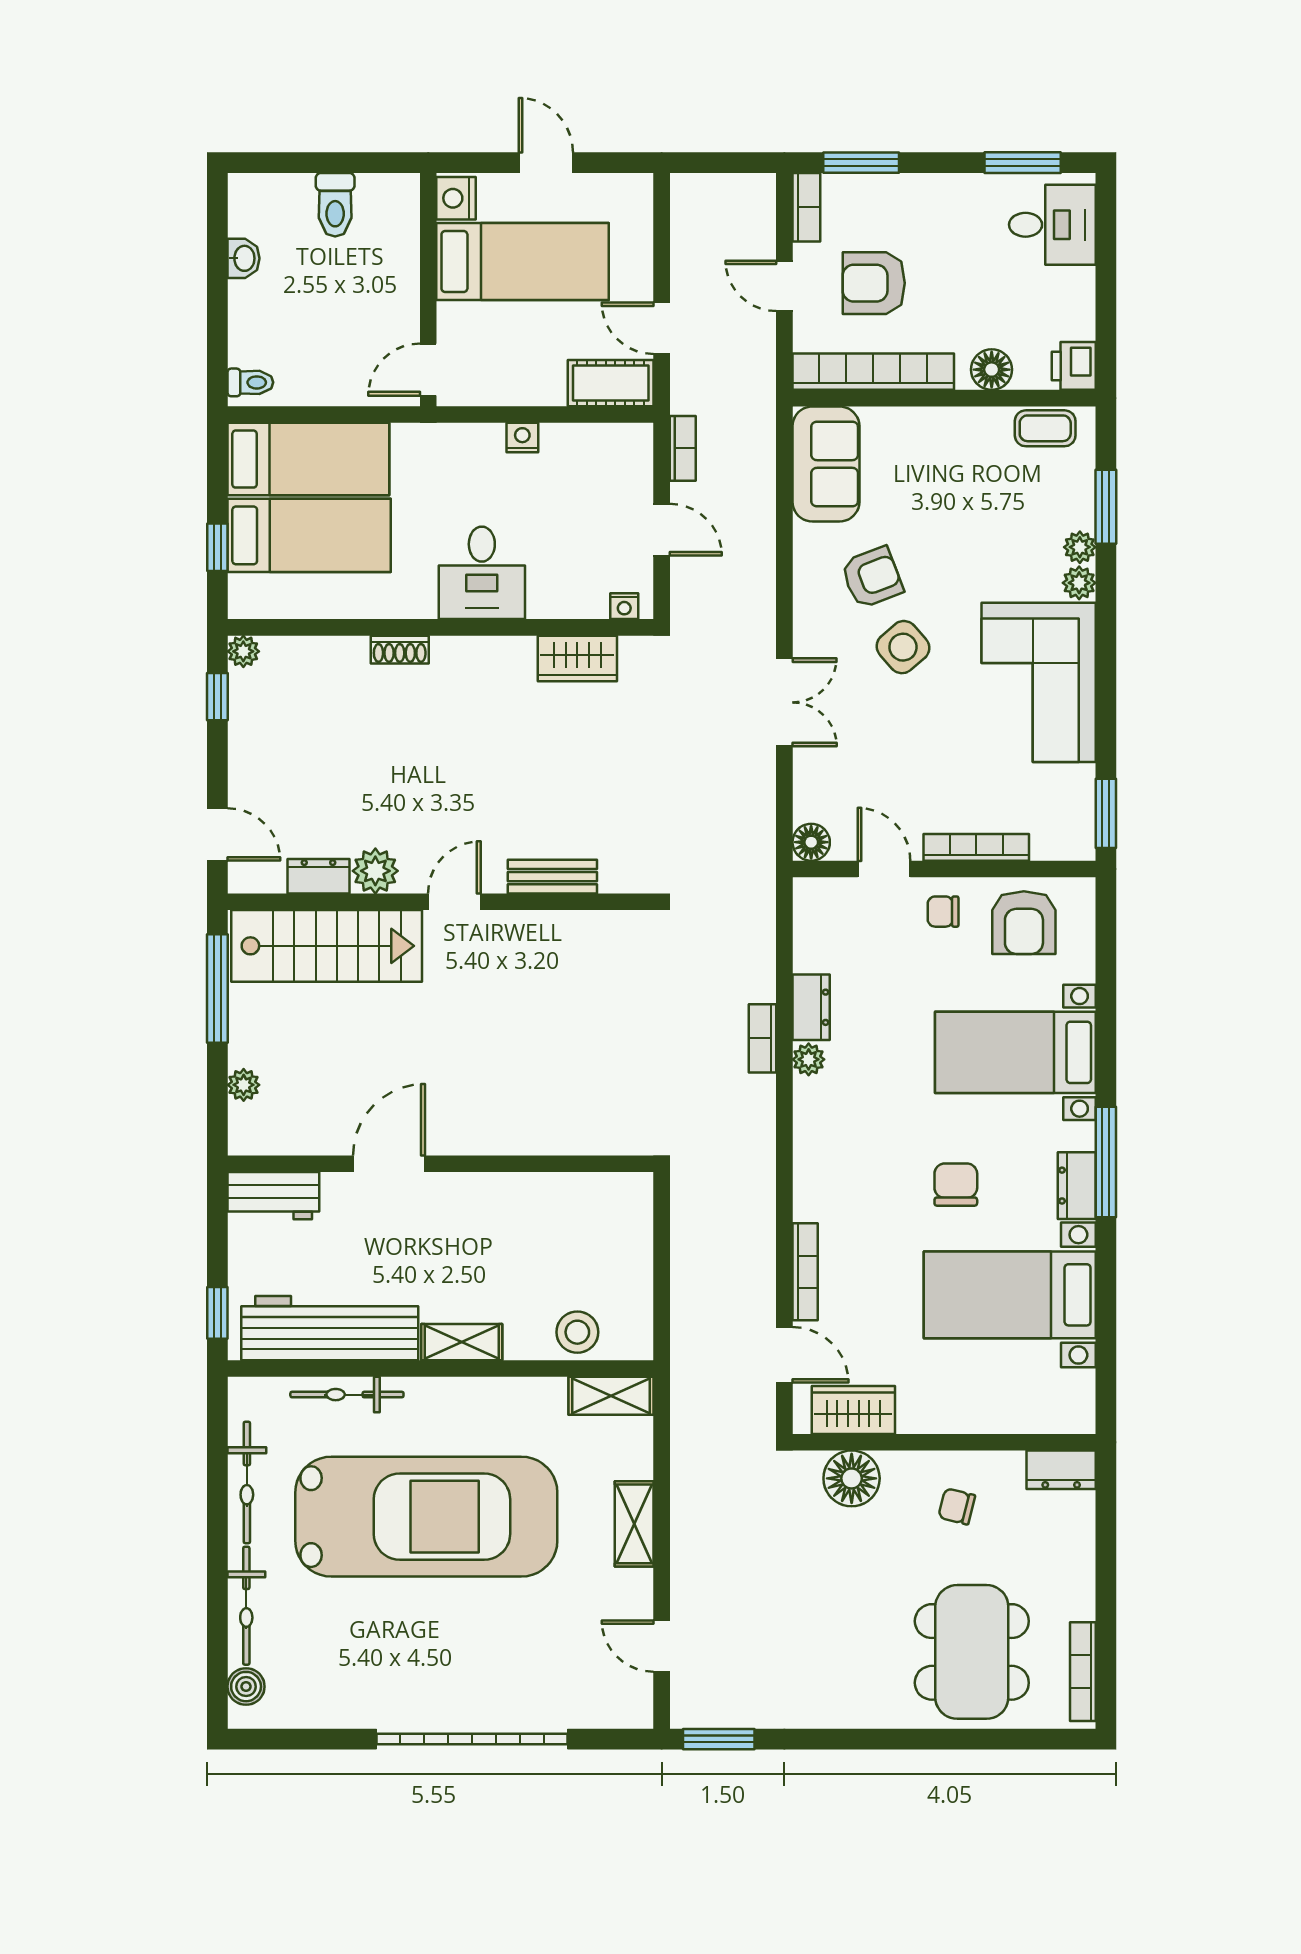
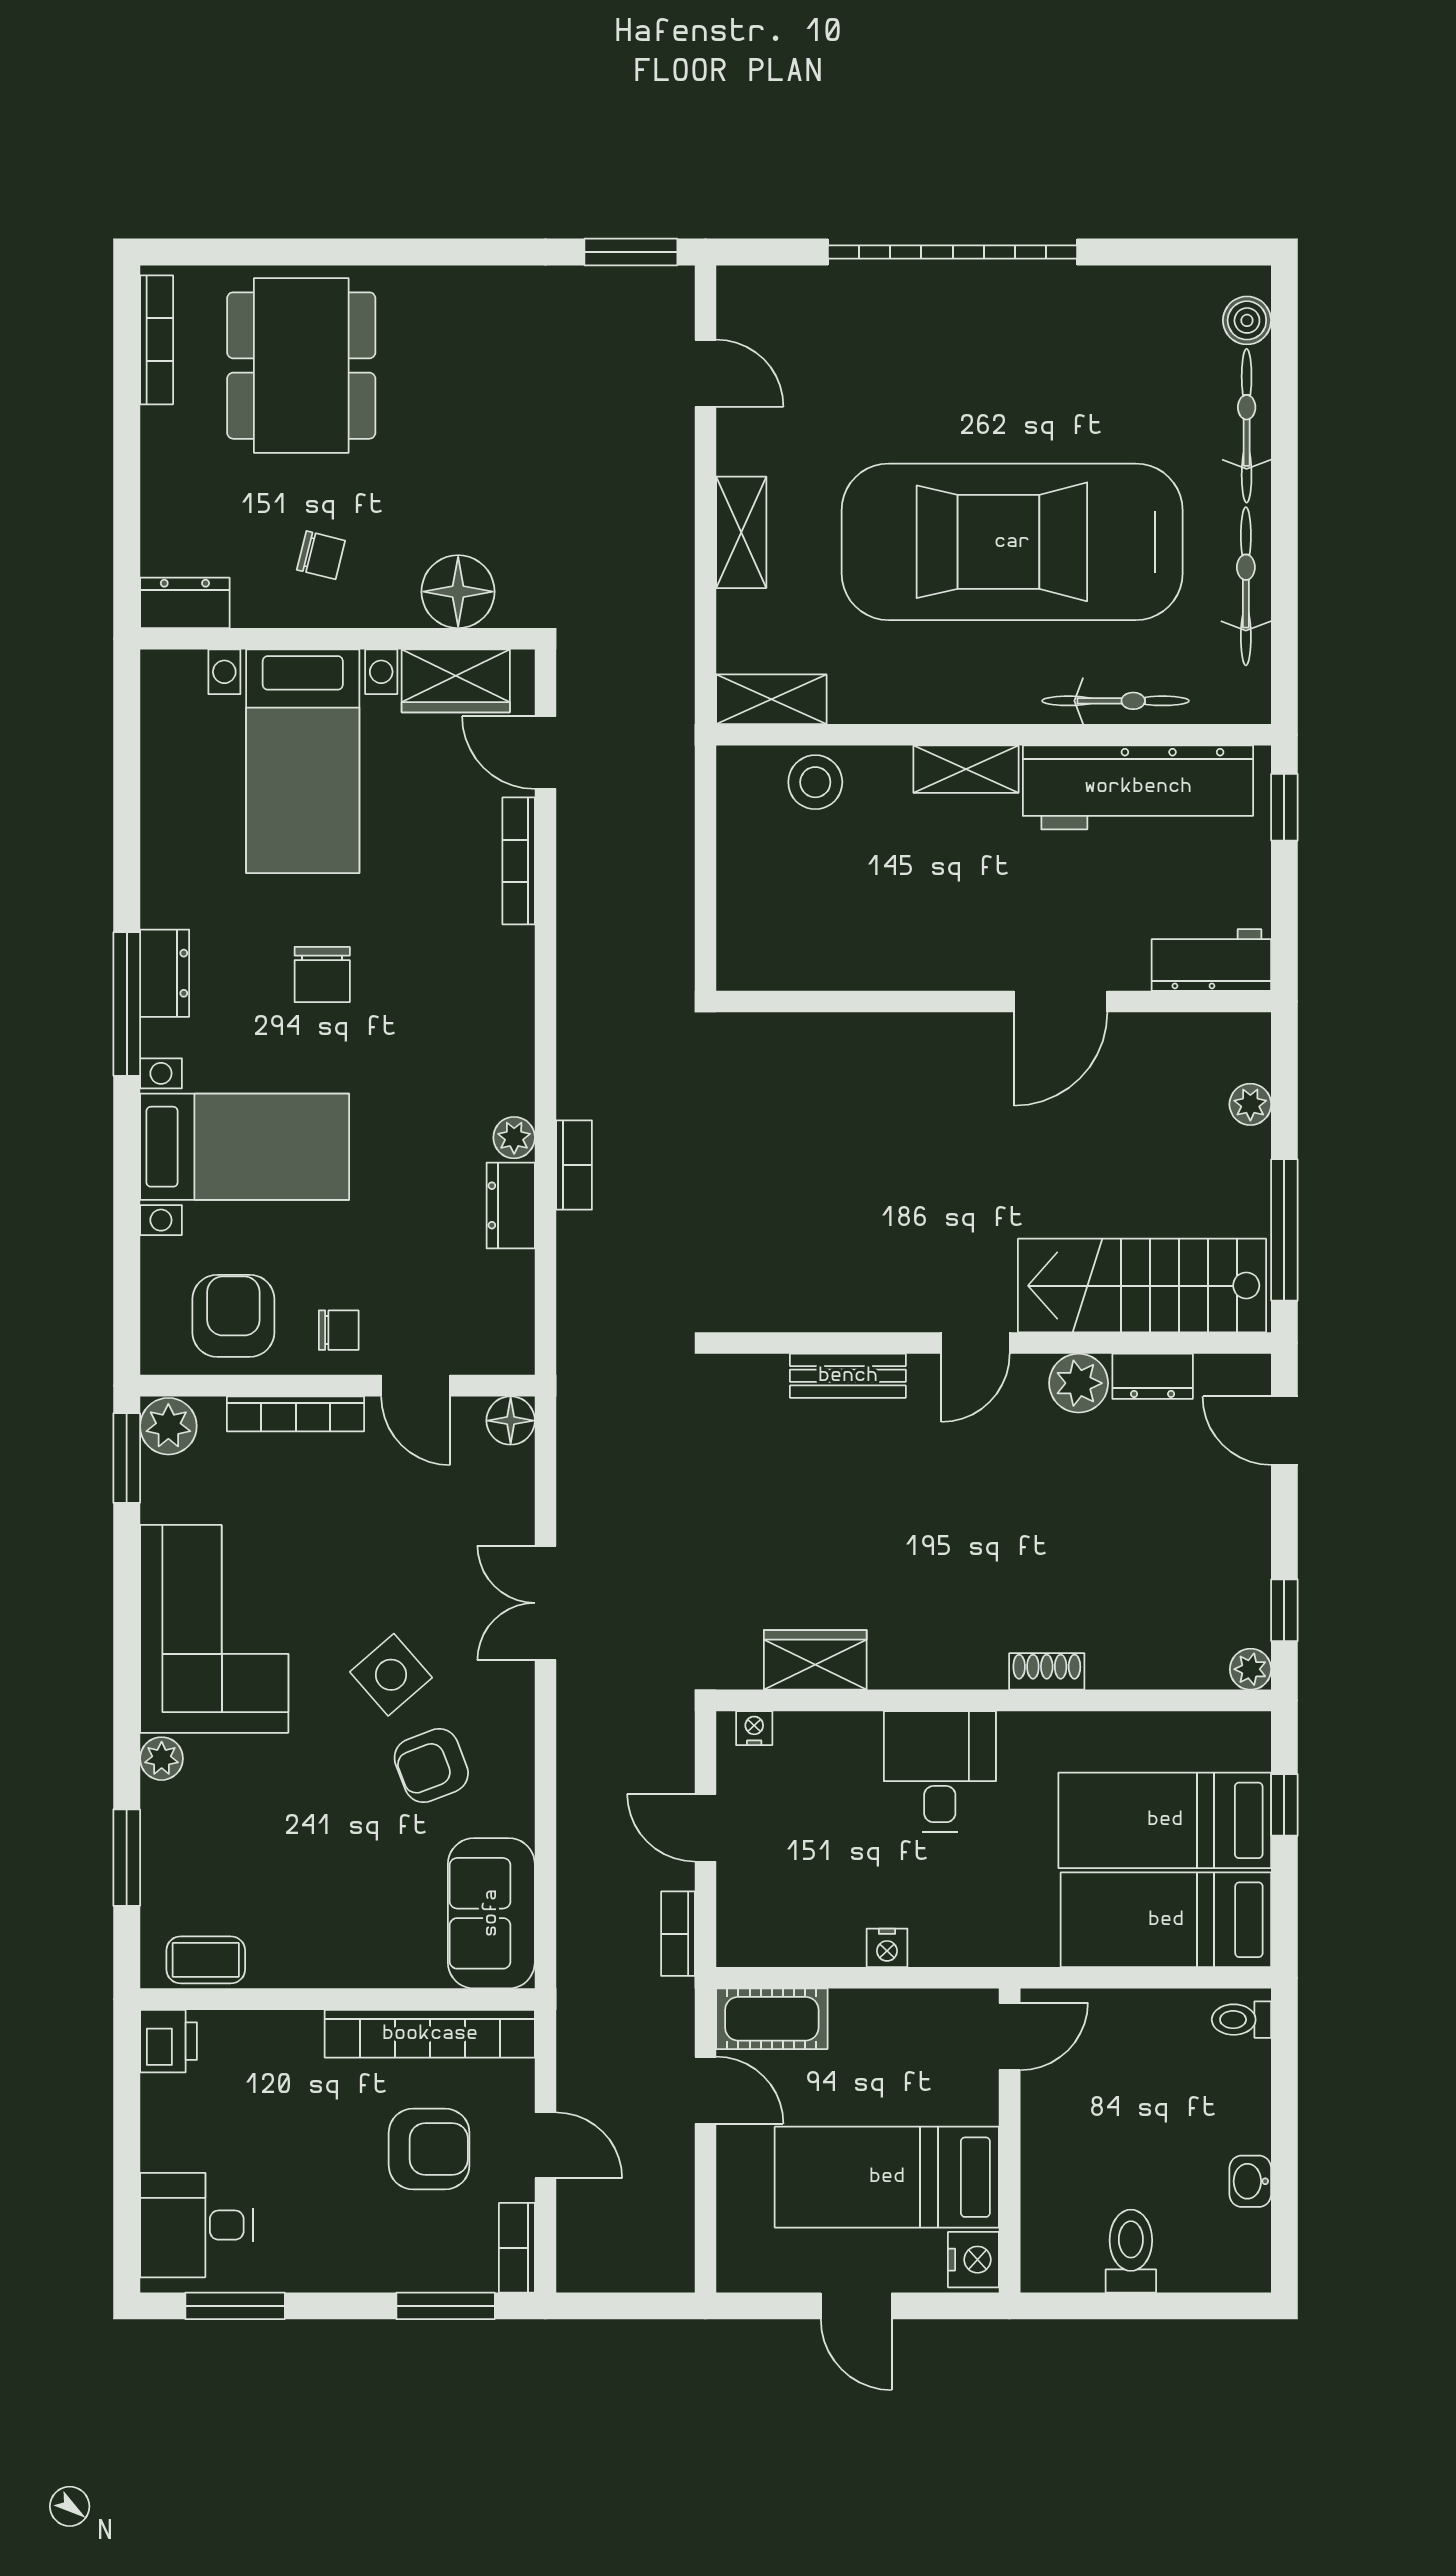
floor lamp: (992, 370) -> (276, 2036), removed
plant: (1080, 547) -> (168, 1426), moved, width x1.38, depth x1.38
bed with nightstands: (1010, 1295) -> (303, 761), moved, turned 90

